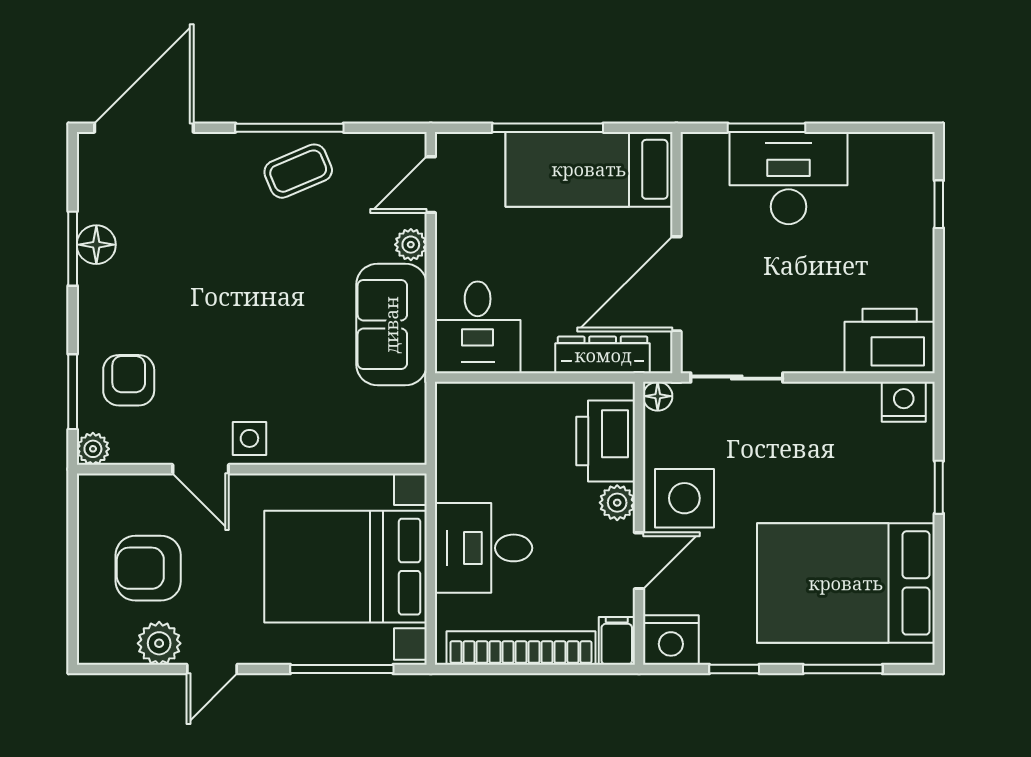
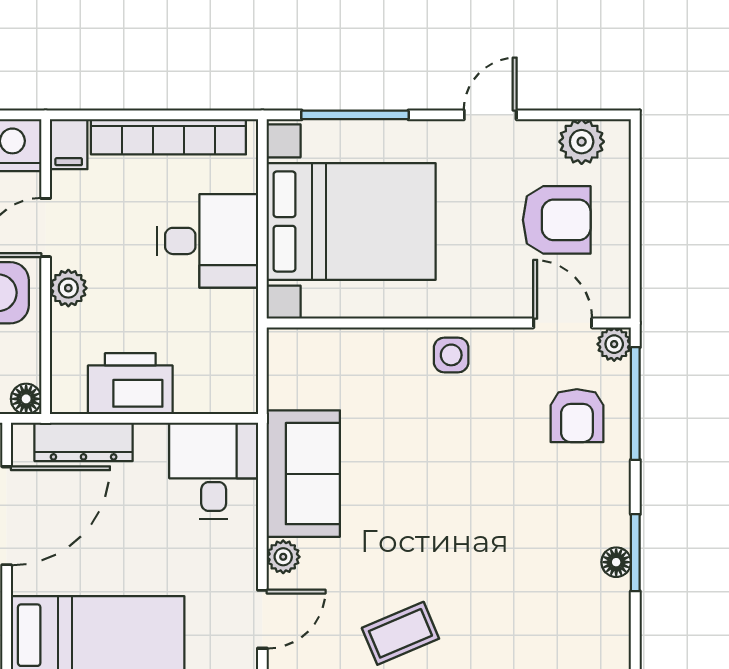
floor lamp: (96, 245) -> (616, 562), width x0.73, depth x0.73
window: (73, 392) -> (635, 404), width x1.44
printer: (606, 441) -> (130, 384), moved, turned -90
door: (201, 469) -> (563, 323), moved
plant: (159, 643) -> (582, 142), moved

